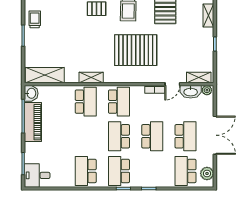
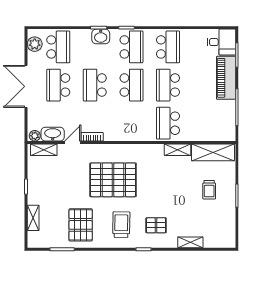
trolley: (35, 19) -> (209, 190), moved
shelving: (91, 77) -> (177, 150), moved
washbasin: (31, 93) -> (101, 36), moved, turned -90
school desk: (119, 102) -> (168, 85), moved
piano: (33, 122) -> (226, 78), moved

